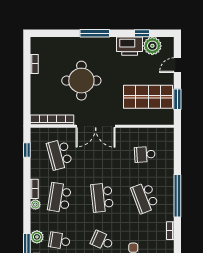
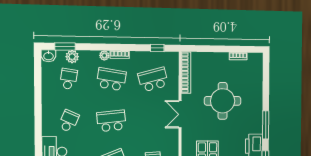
window: (95, 33) -> (266, 125), moved
double door: (96, 126) -> (180, 114), width x0.73

